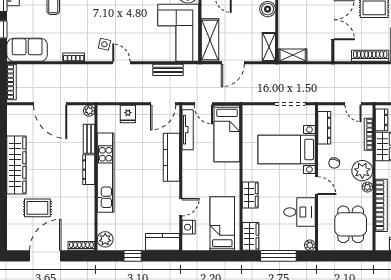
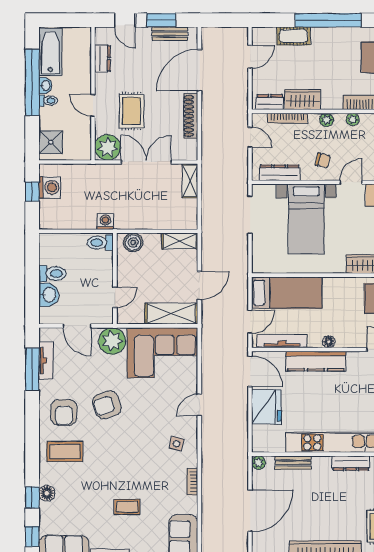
shelving: (293, 55) -> (190, 181), moved
door: (121, 63) -> (199, 405), moved
door: (233, 63) -> (199, 285), hinge flipped
bench: (168, 70) -> (208, 365), removed
door: (353, 104) -> (250, 137), hinge flipped
fridge: (128, 114) -> (266, 407), width x1.88, depth x1.34
floor lamp: (187, 168) -> (329, 342), added
dresser: (89, 170) -> (351, 463), moved
plant: (362, 171) -> (326, 120), width x0.53, depth x0.53

